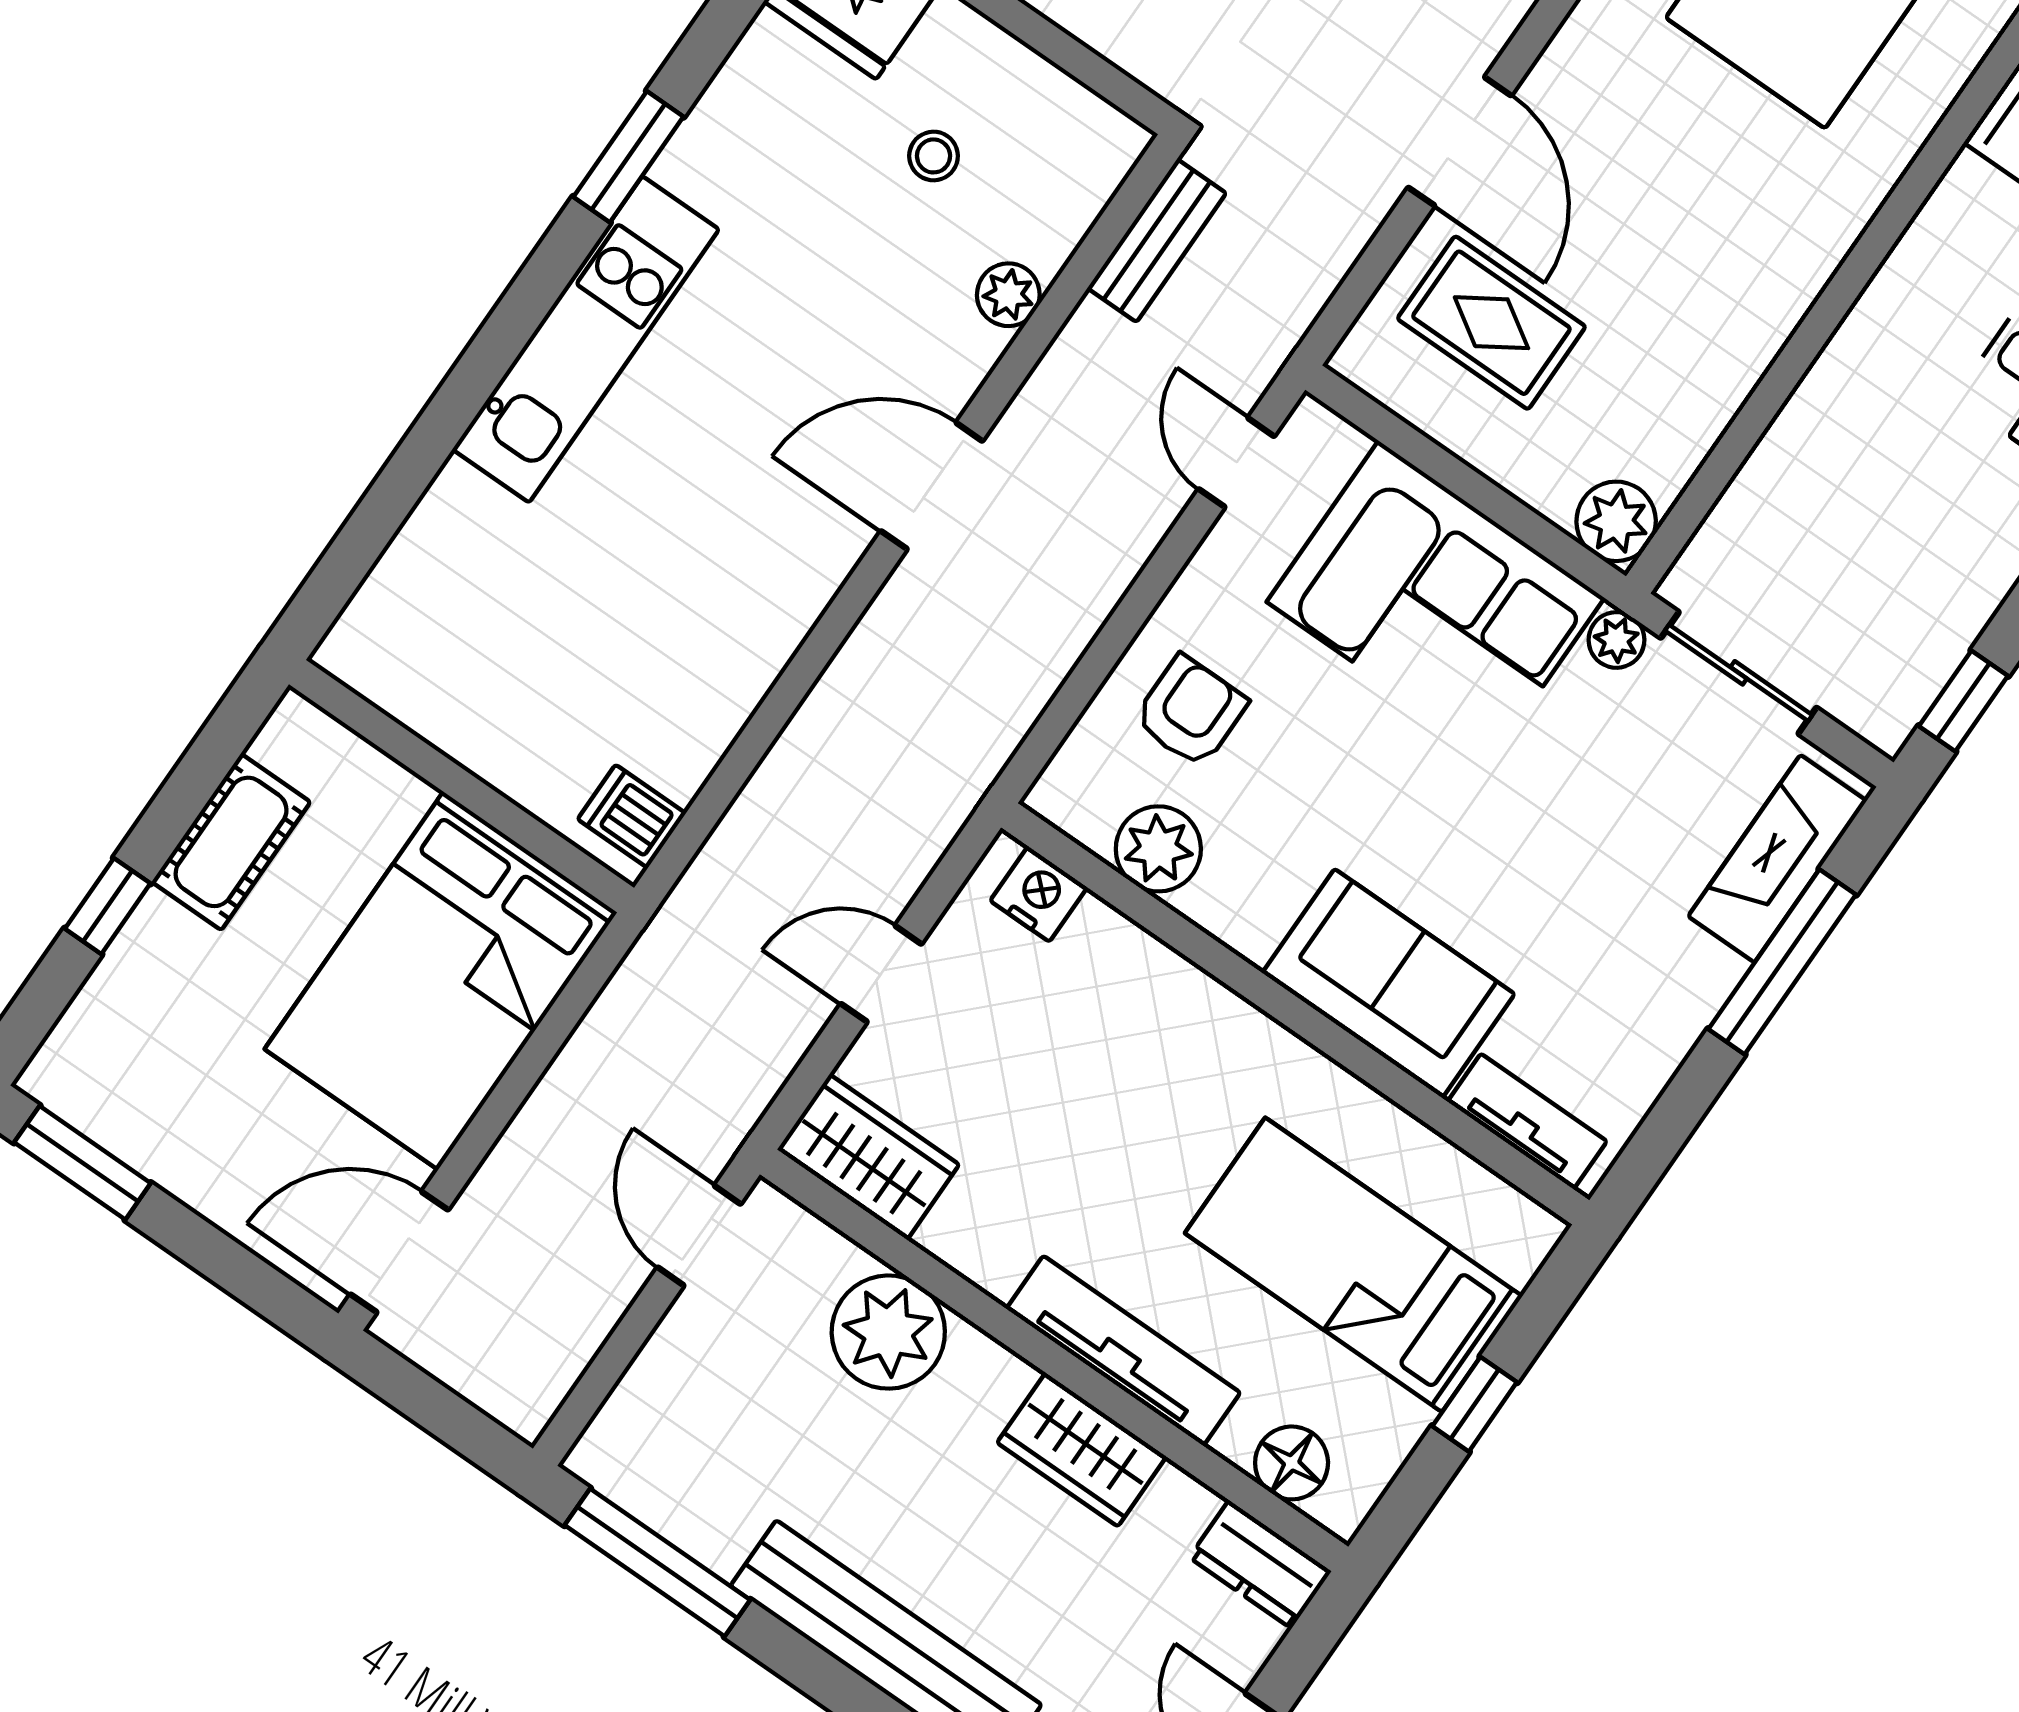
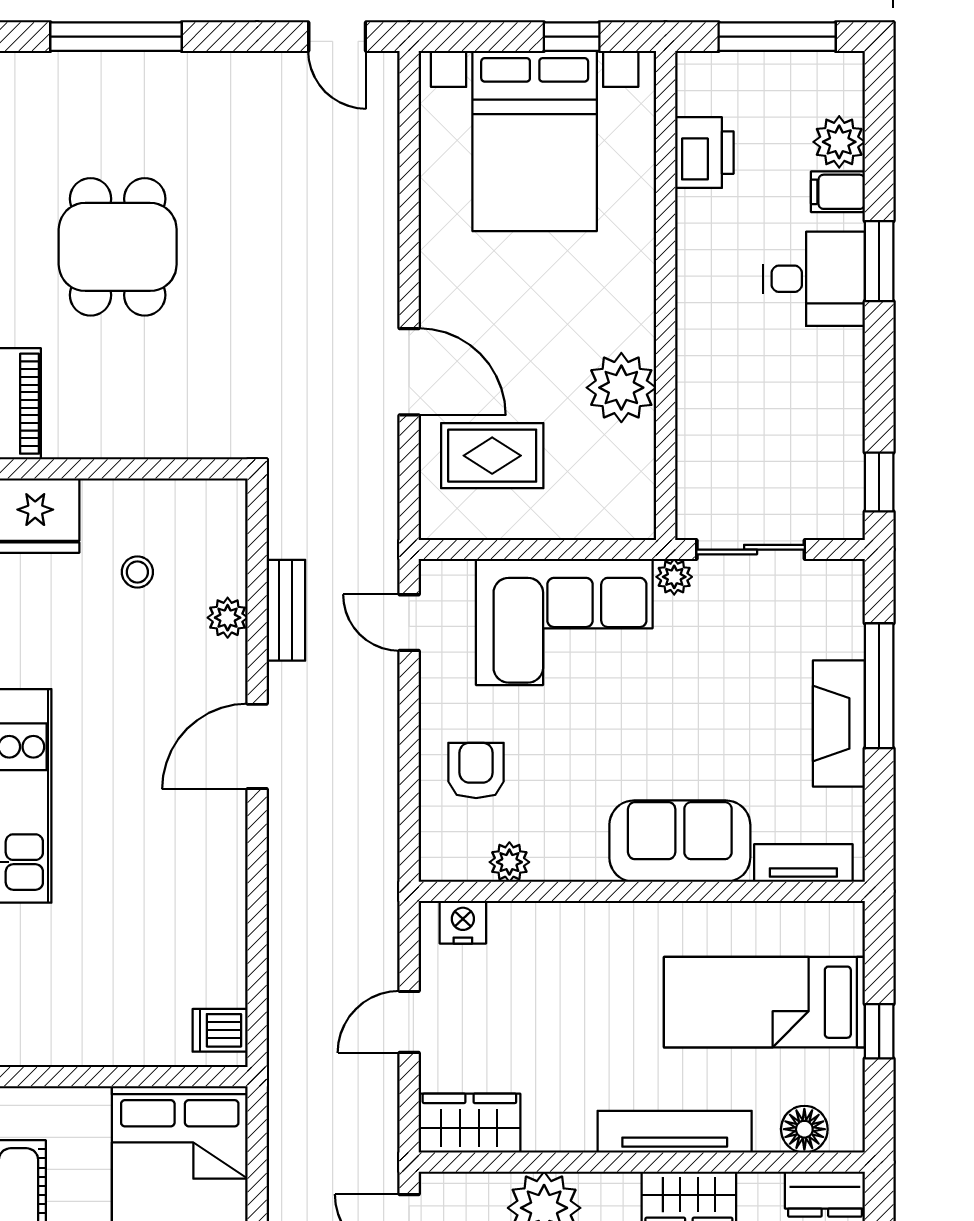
bench: (1157, 241) -> (286, 610), moved
plant: (1616, 521) -> (621, 388), moved, width x1.36, depth x1.36
plant: (1158, 849) -> (509, 862), width x0.73, depth x0.73
fireplace: (1777, 859) -> (839, 723), moved

